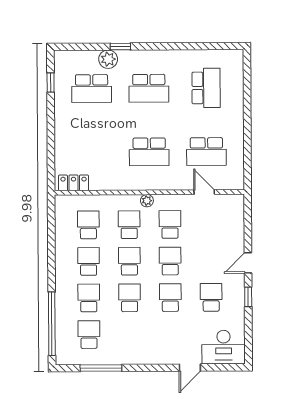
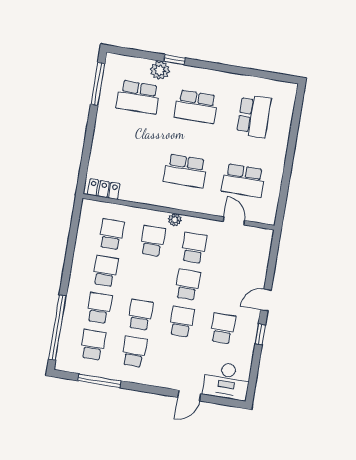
window: (51, 82) -> (98, 84), width x2.17
school desk: (129, 261) -> (134, 352), moved

